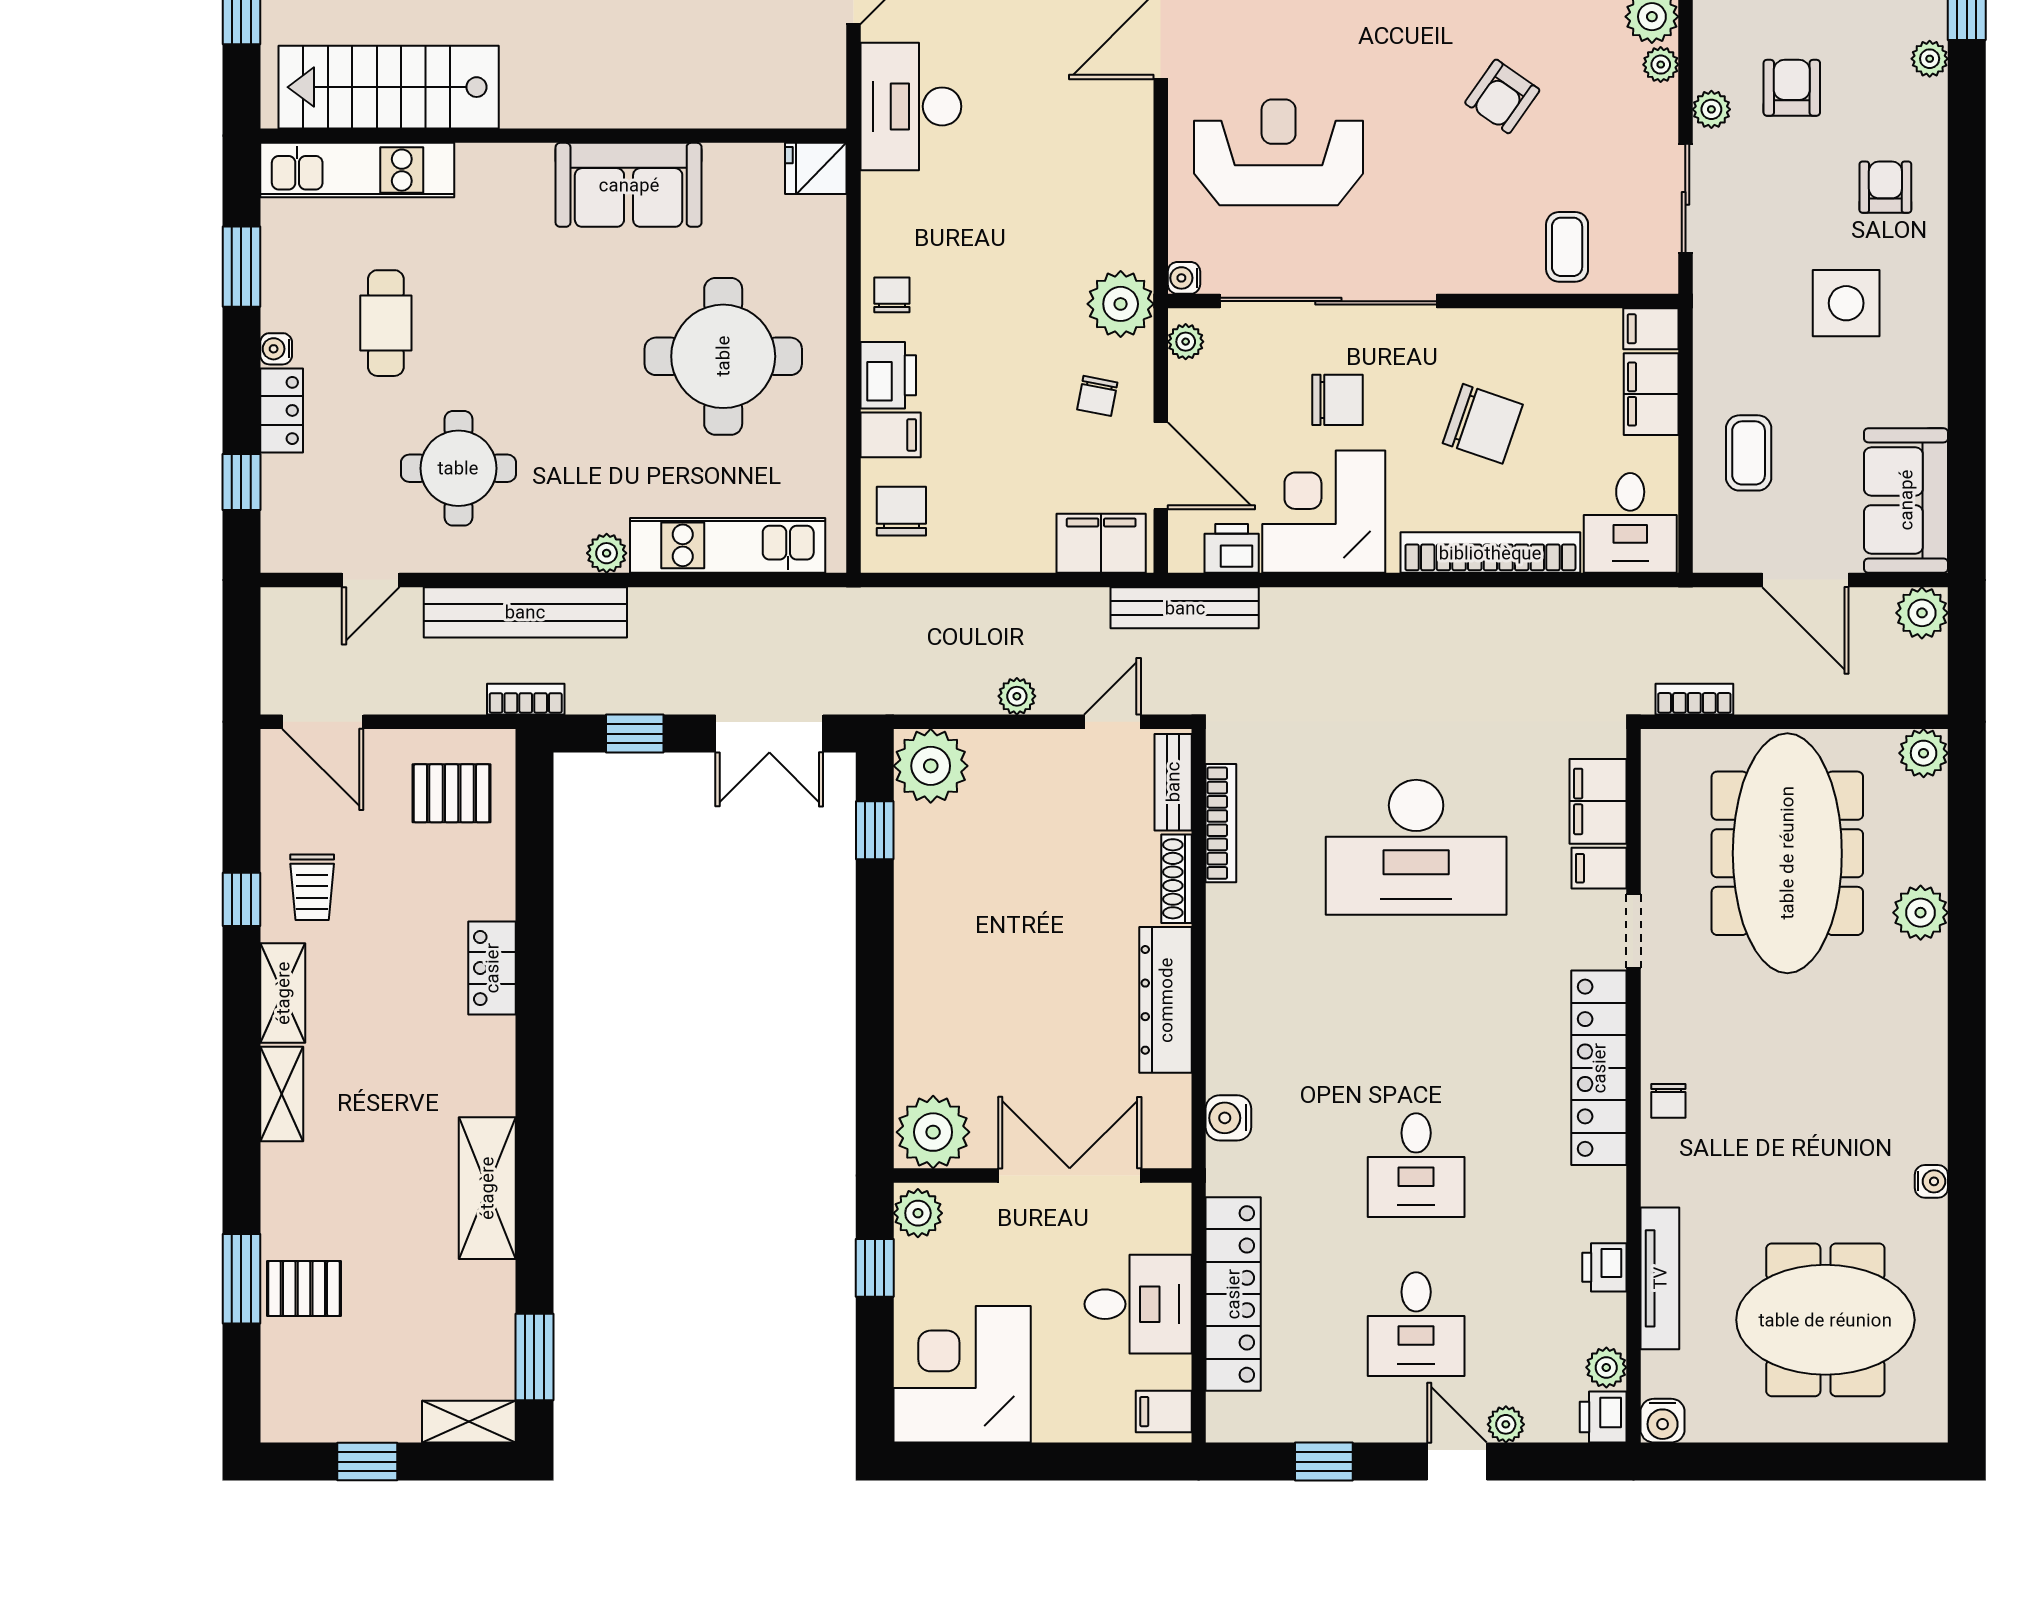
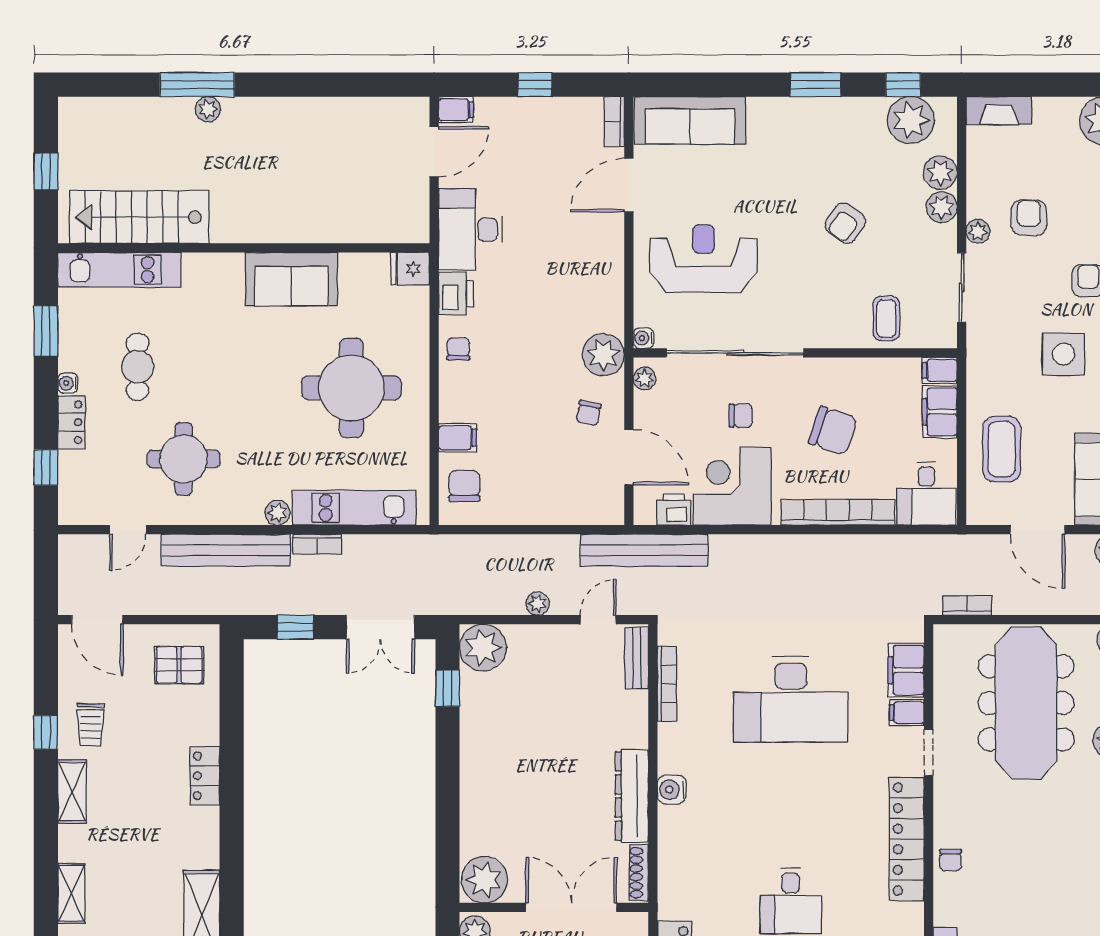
plant: (1661, 65) -> (942, 207), width x1.38, depth x1.38
printer: (888, 375) -> (456, 294), moved
chair: (1337, 400) -> (741, 416), width x0.73, depth x0.73
coffee table: (1749, 453) -> (1002, 449), width x1.36, depth x1.30
filing cabinet: (1101, 543) -> (591, 506), removed
bench: (1185, 608) -> (644, 550), width x1.37, depth x1.21
bookcase: (526, 699) -> (317, 544), moved, turned 180
shoe rack: (1176, 879) -> (639, 873), moved
shelving: (282, 1094) -> (71, 893), moved
water cooler: (1228, 1118) -> (672, 790), moved

